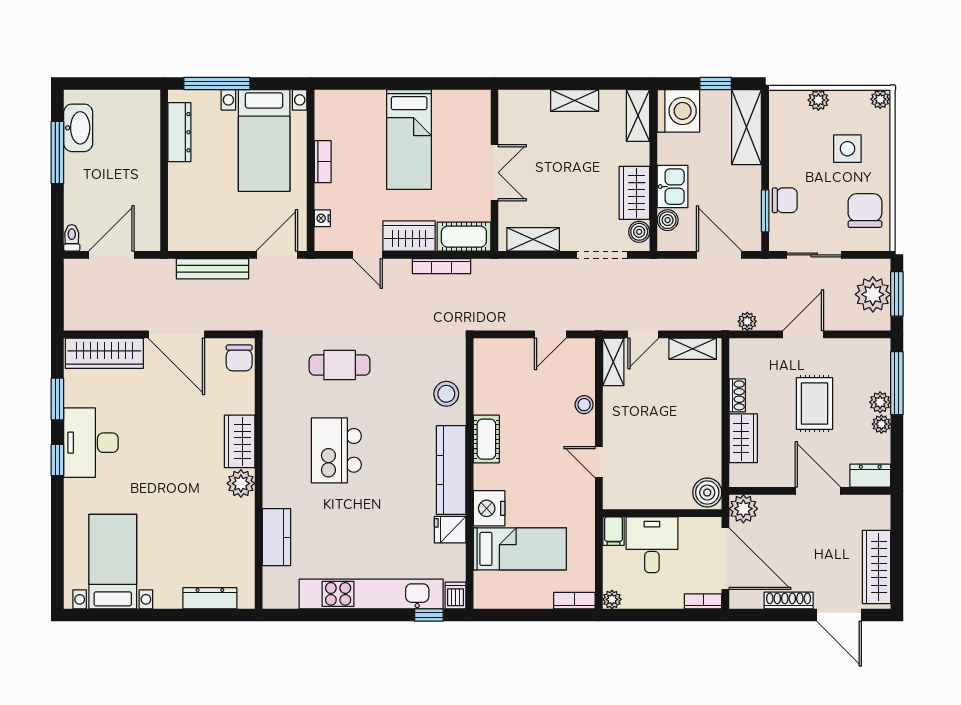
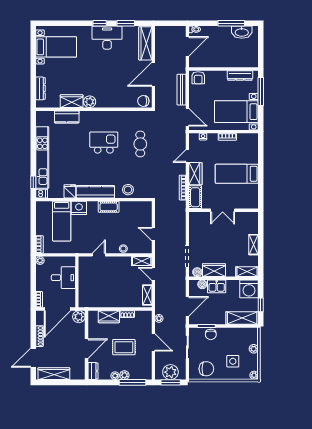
armchair: (185, 230) -> (198, 78), added
shelving: (533, 239) -> (194, 227), removed
door: (111, 255) -> (187, 46), hinge flipped
wardrobe: (240, 441) -> (72, 101), moved
boiler: (707, 492) -> (86, 301), removed
filing cabinet: (613, 531) -> (69, 261), removed

